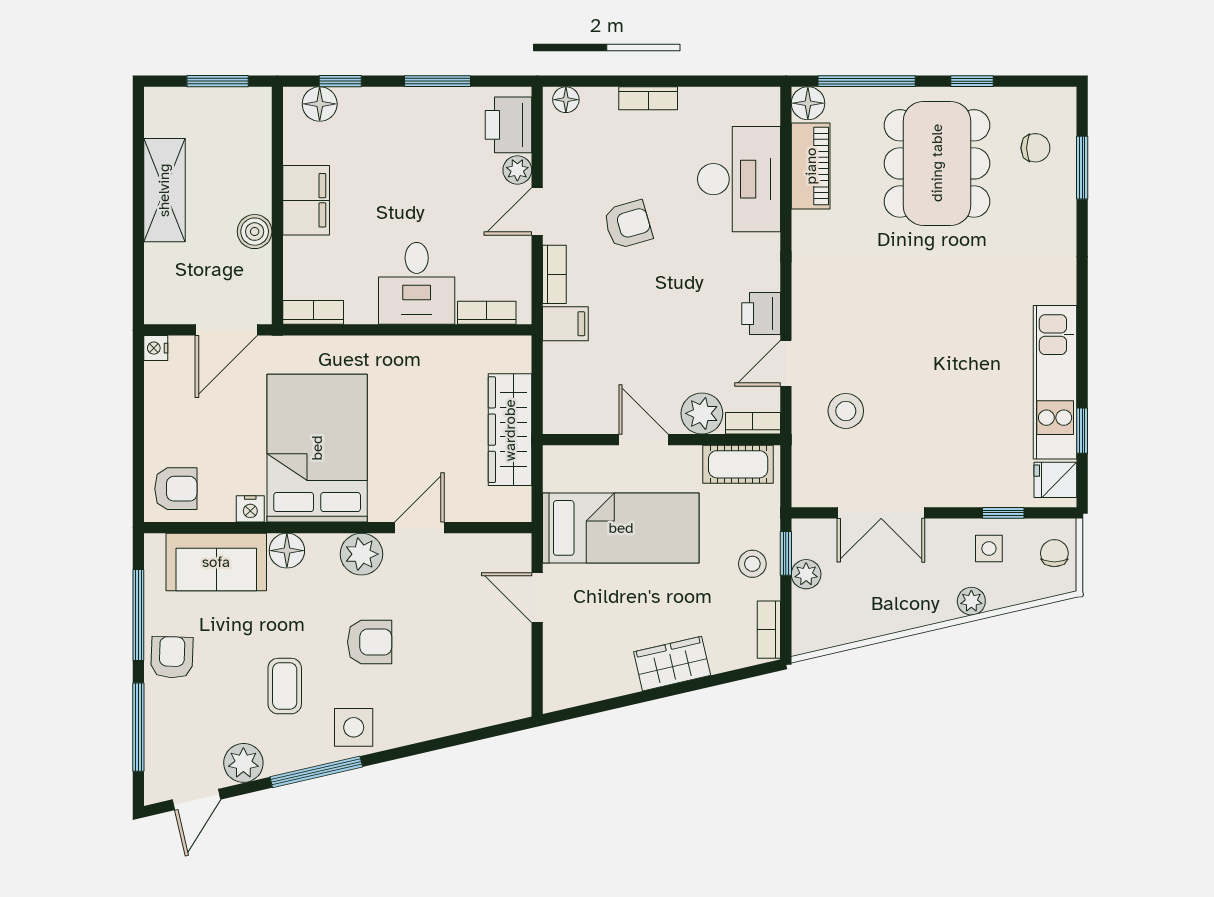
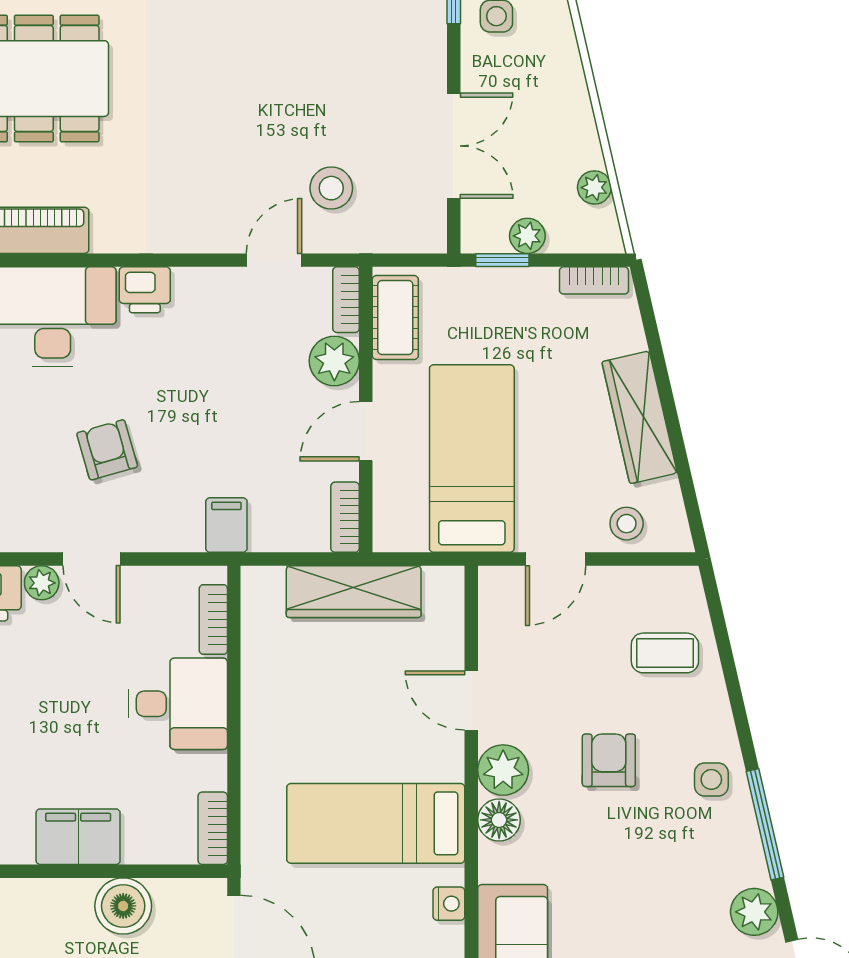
boiler: (255, 232) -> (123, 906), width x1.36, depth x1.36
bookcase: (554, 274) -> (345, 517), moved, turned -90
printer: (761, 314) -> (145, 290), moved
door: (786, 363) -> (274, 260), swing flipped
bed: (317, 448) -> (376, 823), width x0.67
floor lamp: (287, 551) -> (499, 820), moved
stool: (752, 564) -> (627, 524), moved
plant: (971, 601) -> (594, 187), moved
wardrobe: (672, 664) -> (640, 417), width x1.50
coffee table: (285, 686) -> (665, 653), moved
side table: (354, 727) -> (711, 779), width x0.73, depth x0.73

